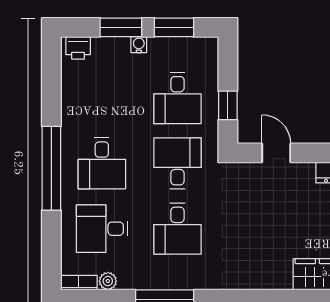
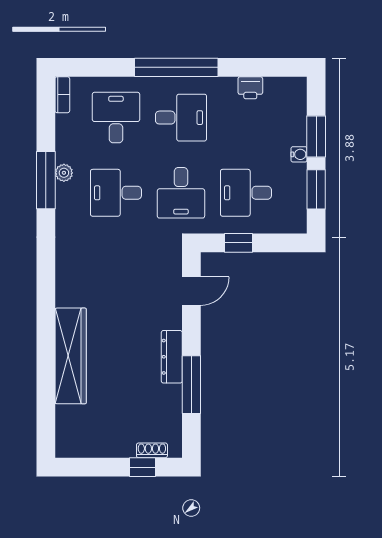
printer: (78, 48) -> (250, 88), moved, turned -90
desk: (102, 163) -> (181, 118), turned 180
desk: (177, 163) -> (181, 193), turned 90
plant: (108, 281) -> (64, 173), moved

